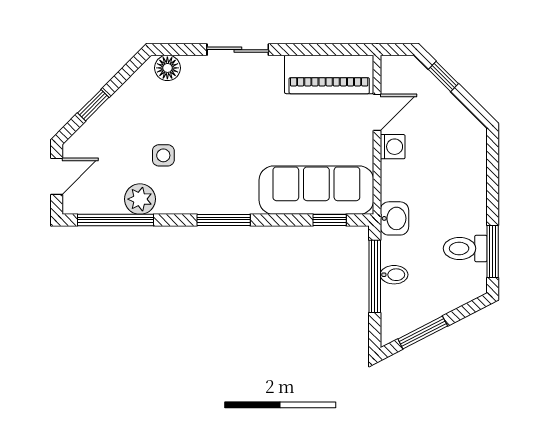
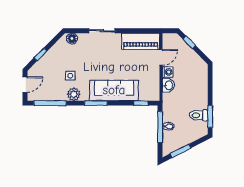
sofa: (316, 190) -> (114, 90), moved
plant: (140, 199) -> (74, 94), moved
washbasin: (394, 218) -> (168, 85), moved

